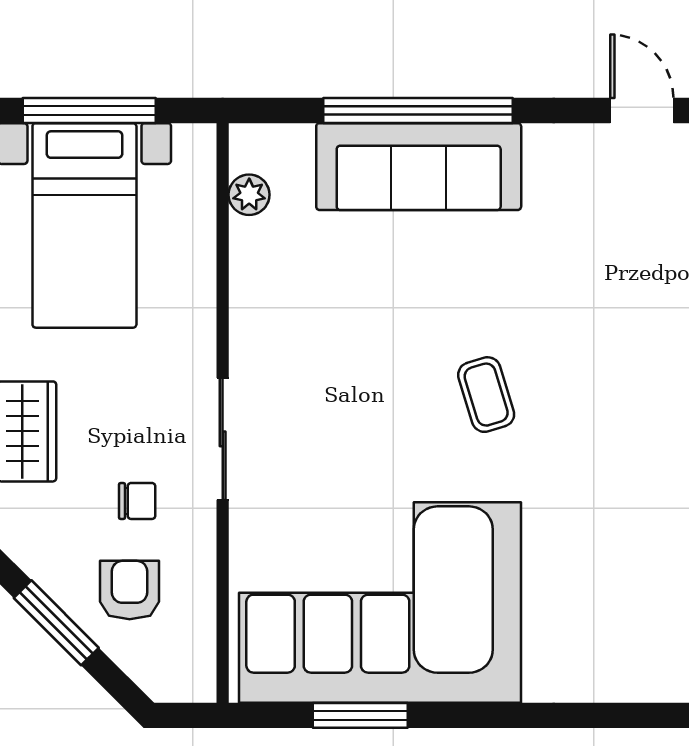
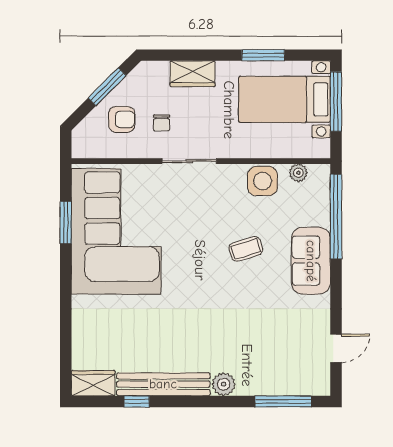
window: (418, 111) -> (336, 216), moved
sofa: (419, 167) -> (311, 261), width x0.73
side table: (268, 275) -> (262, 181), added
coffee table: (486, 395) -> (246, 249), moved

